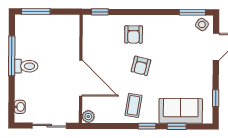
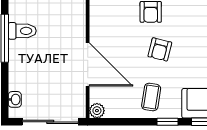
toilet: (26, 66) -> (22, 31), moved
sliding door: (49, 126) -> (50, 122), width x1.37

